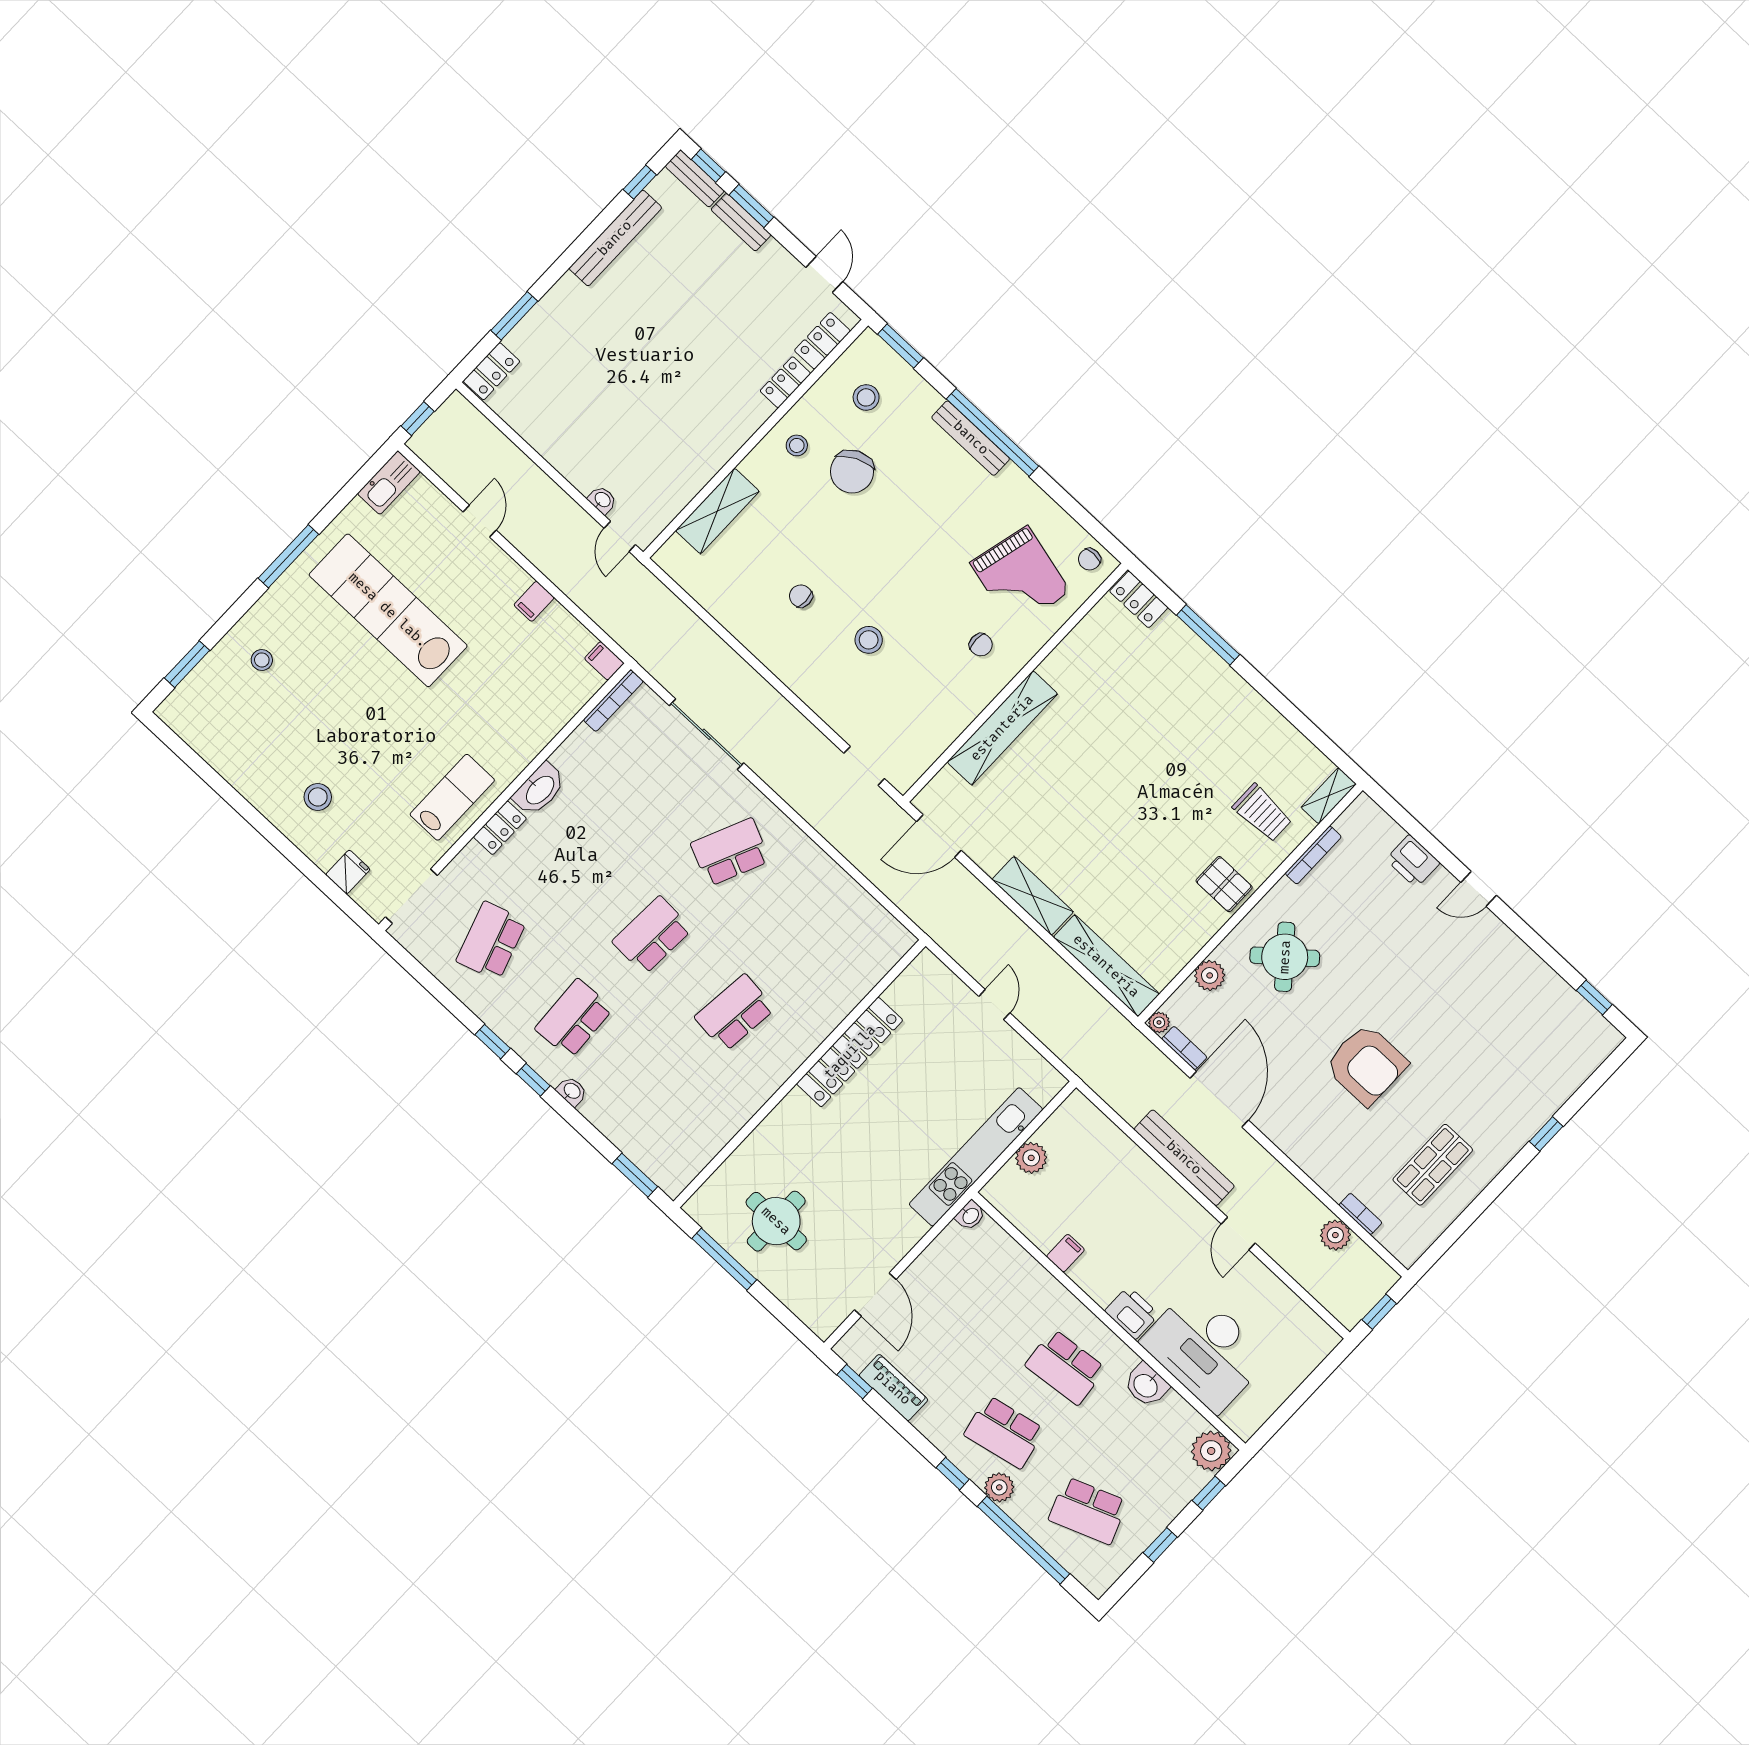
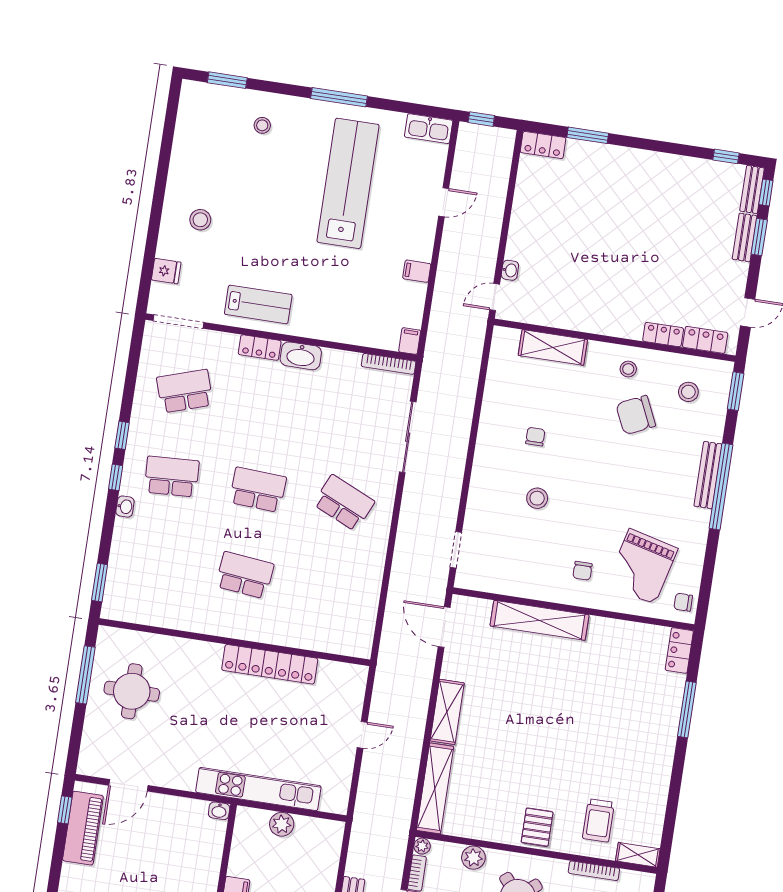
bench: (615, 238) -> (680, 165), removed
piano: (893, 1388) -> (83, 828), width x1.37, depth x1.33

